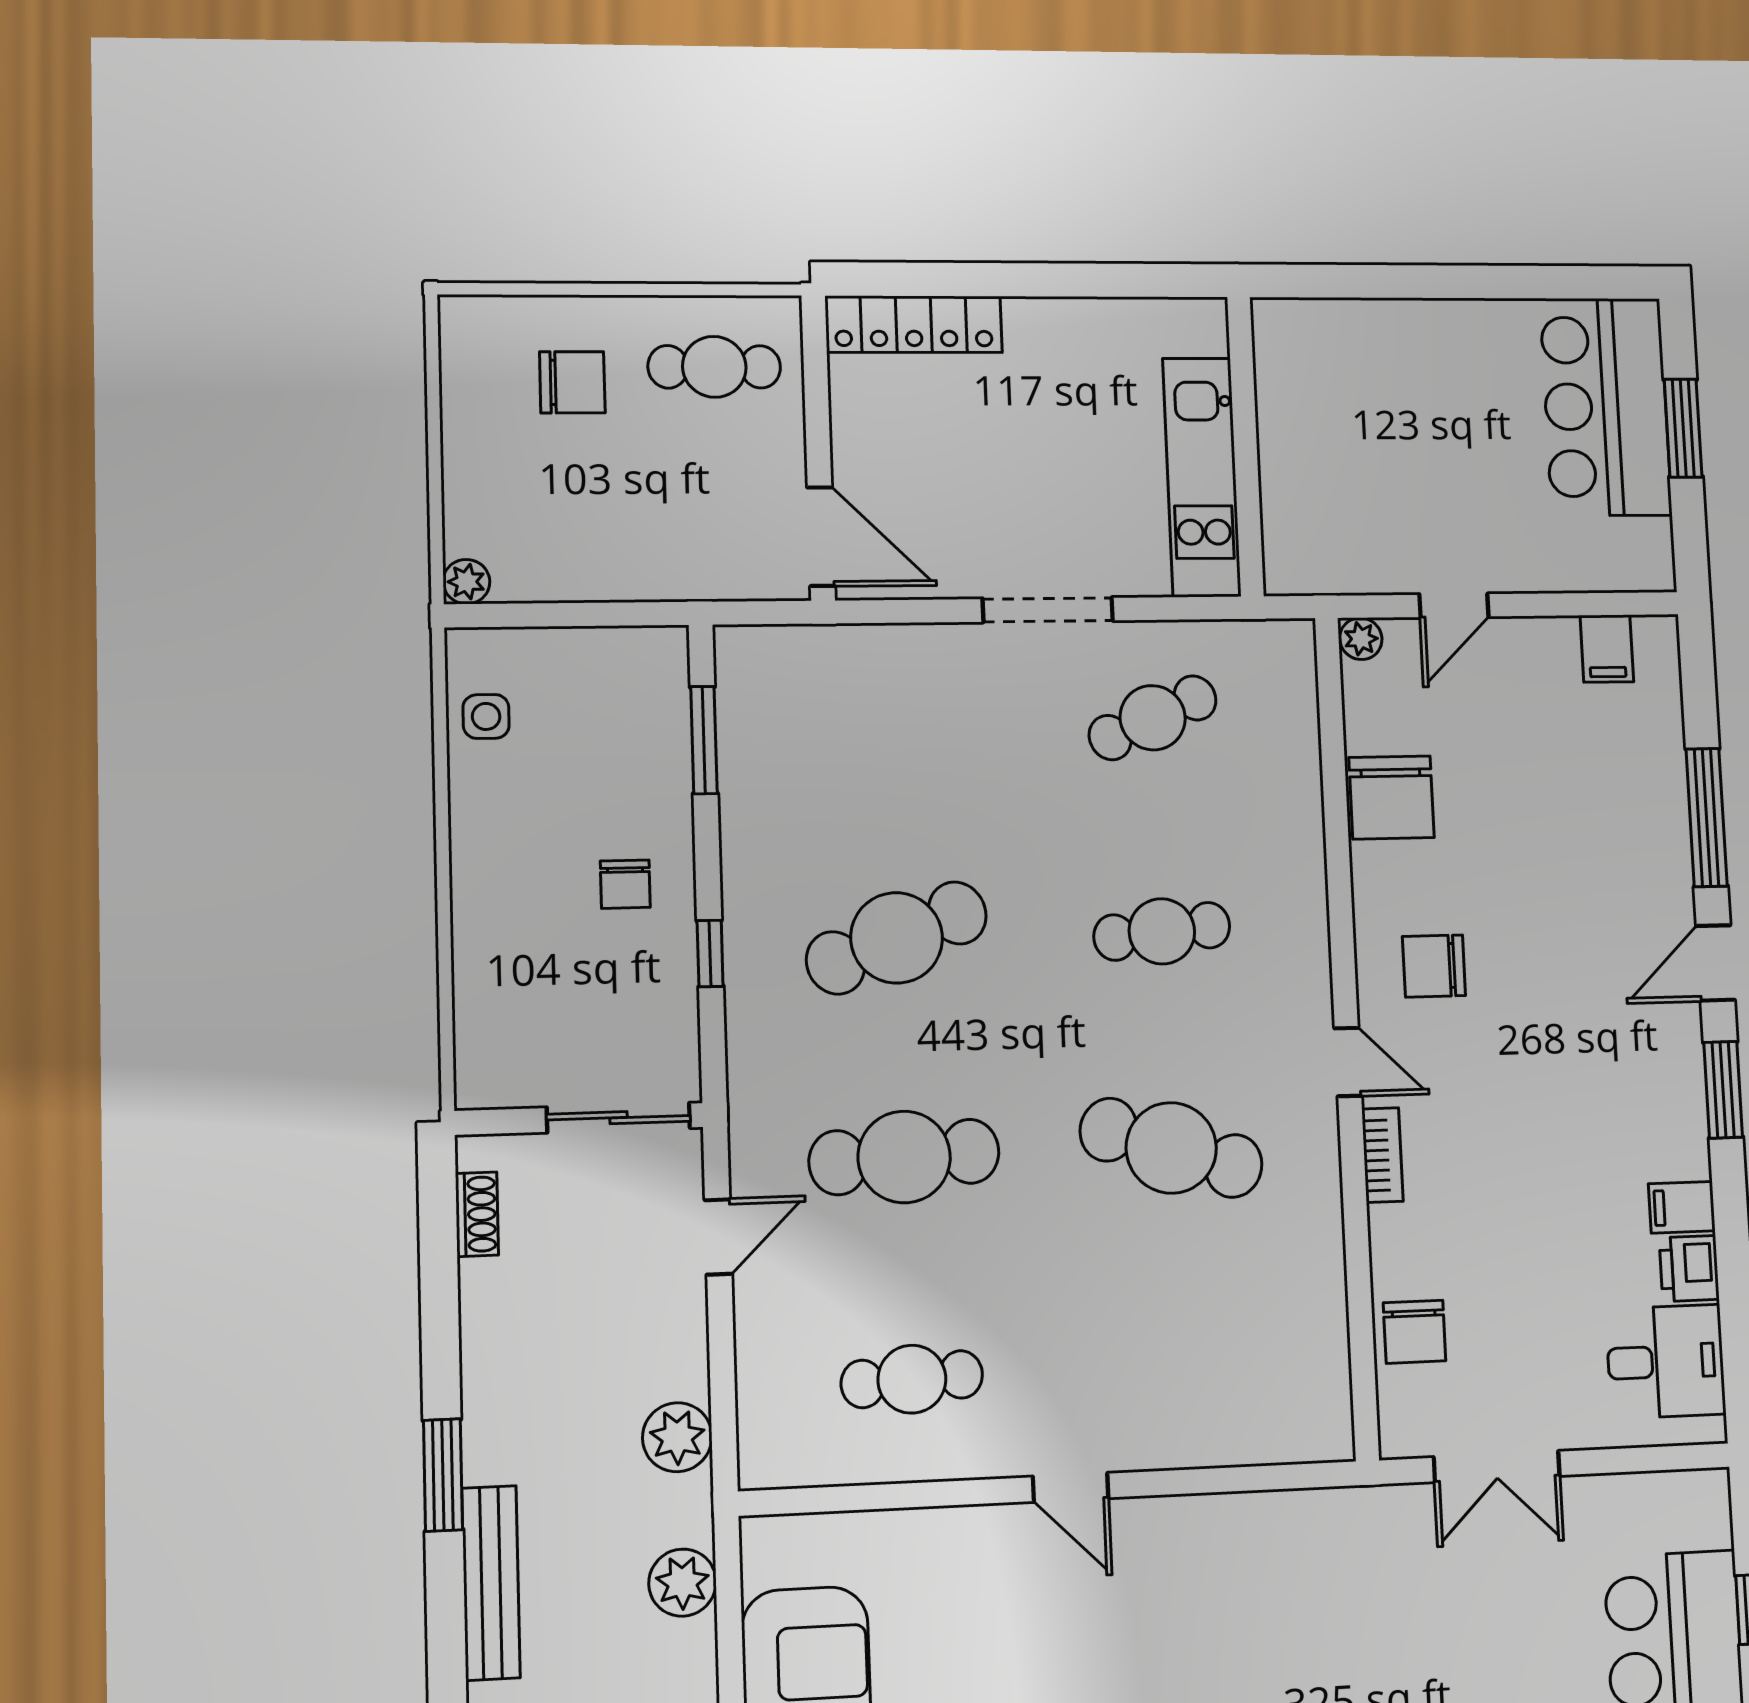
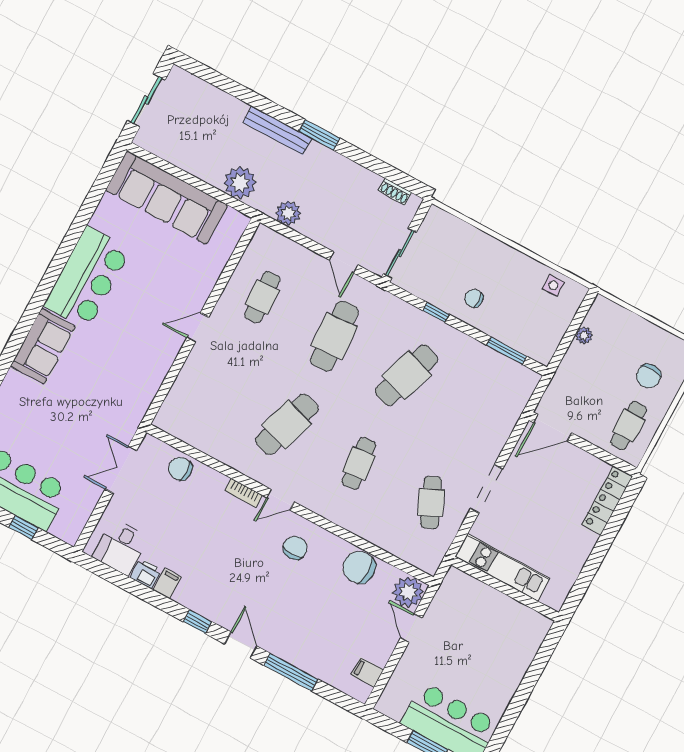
plant: (466, 582) -> (584, 336), moved
plant: (1361, 639) -> (408, 592), width x1.88, depth x1.88
cafe table: (897, 938) -> (407, 375), turned 39
window: (1723, 1090) -> (197, 622), width x0.67
plant: (682, 1583) -> (240, 183), width x1.36, depth x1.36

